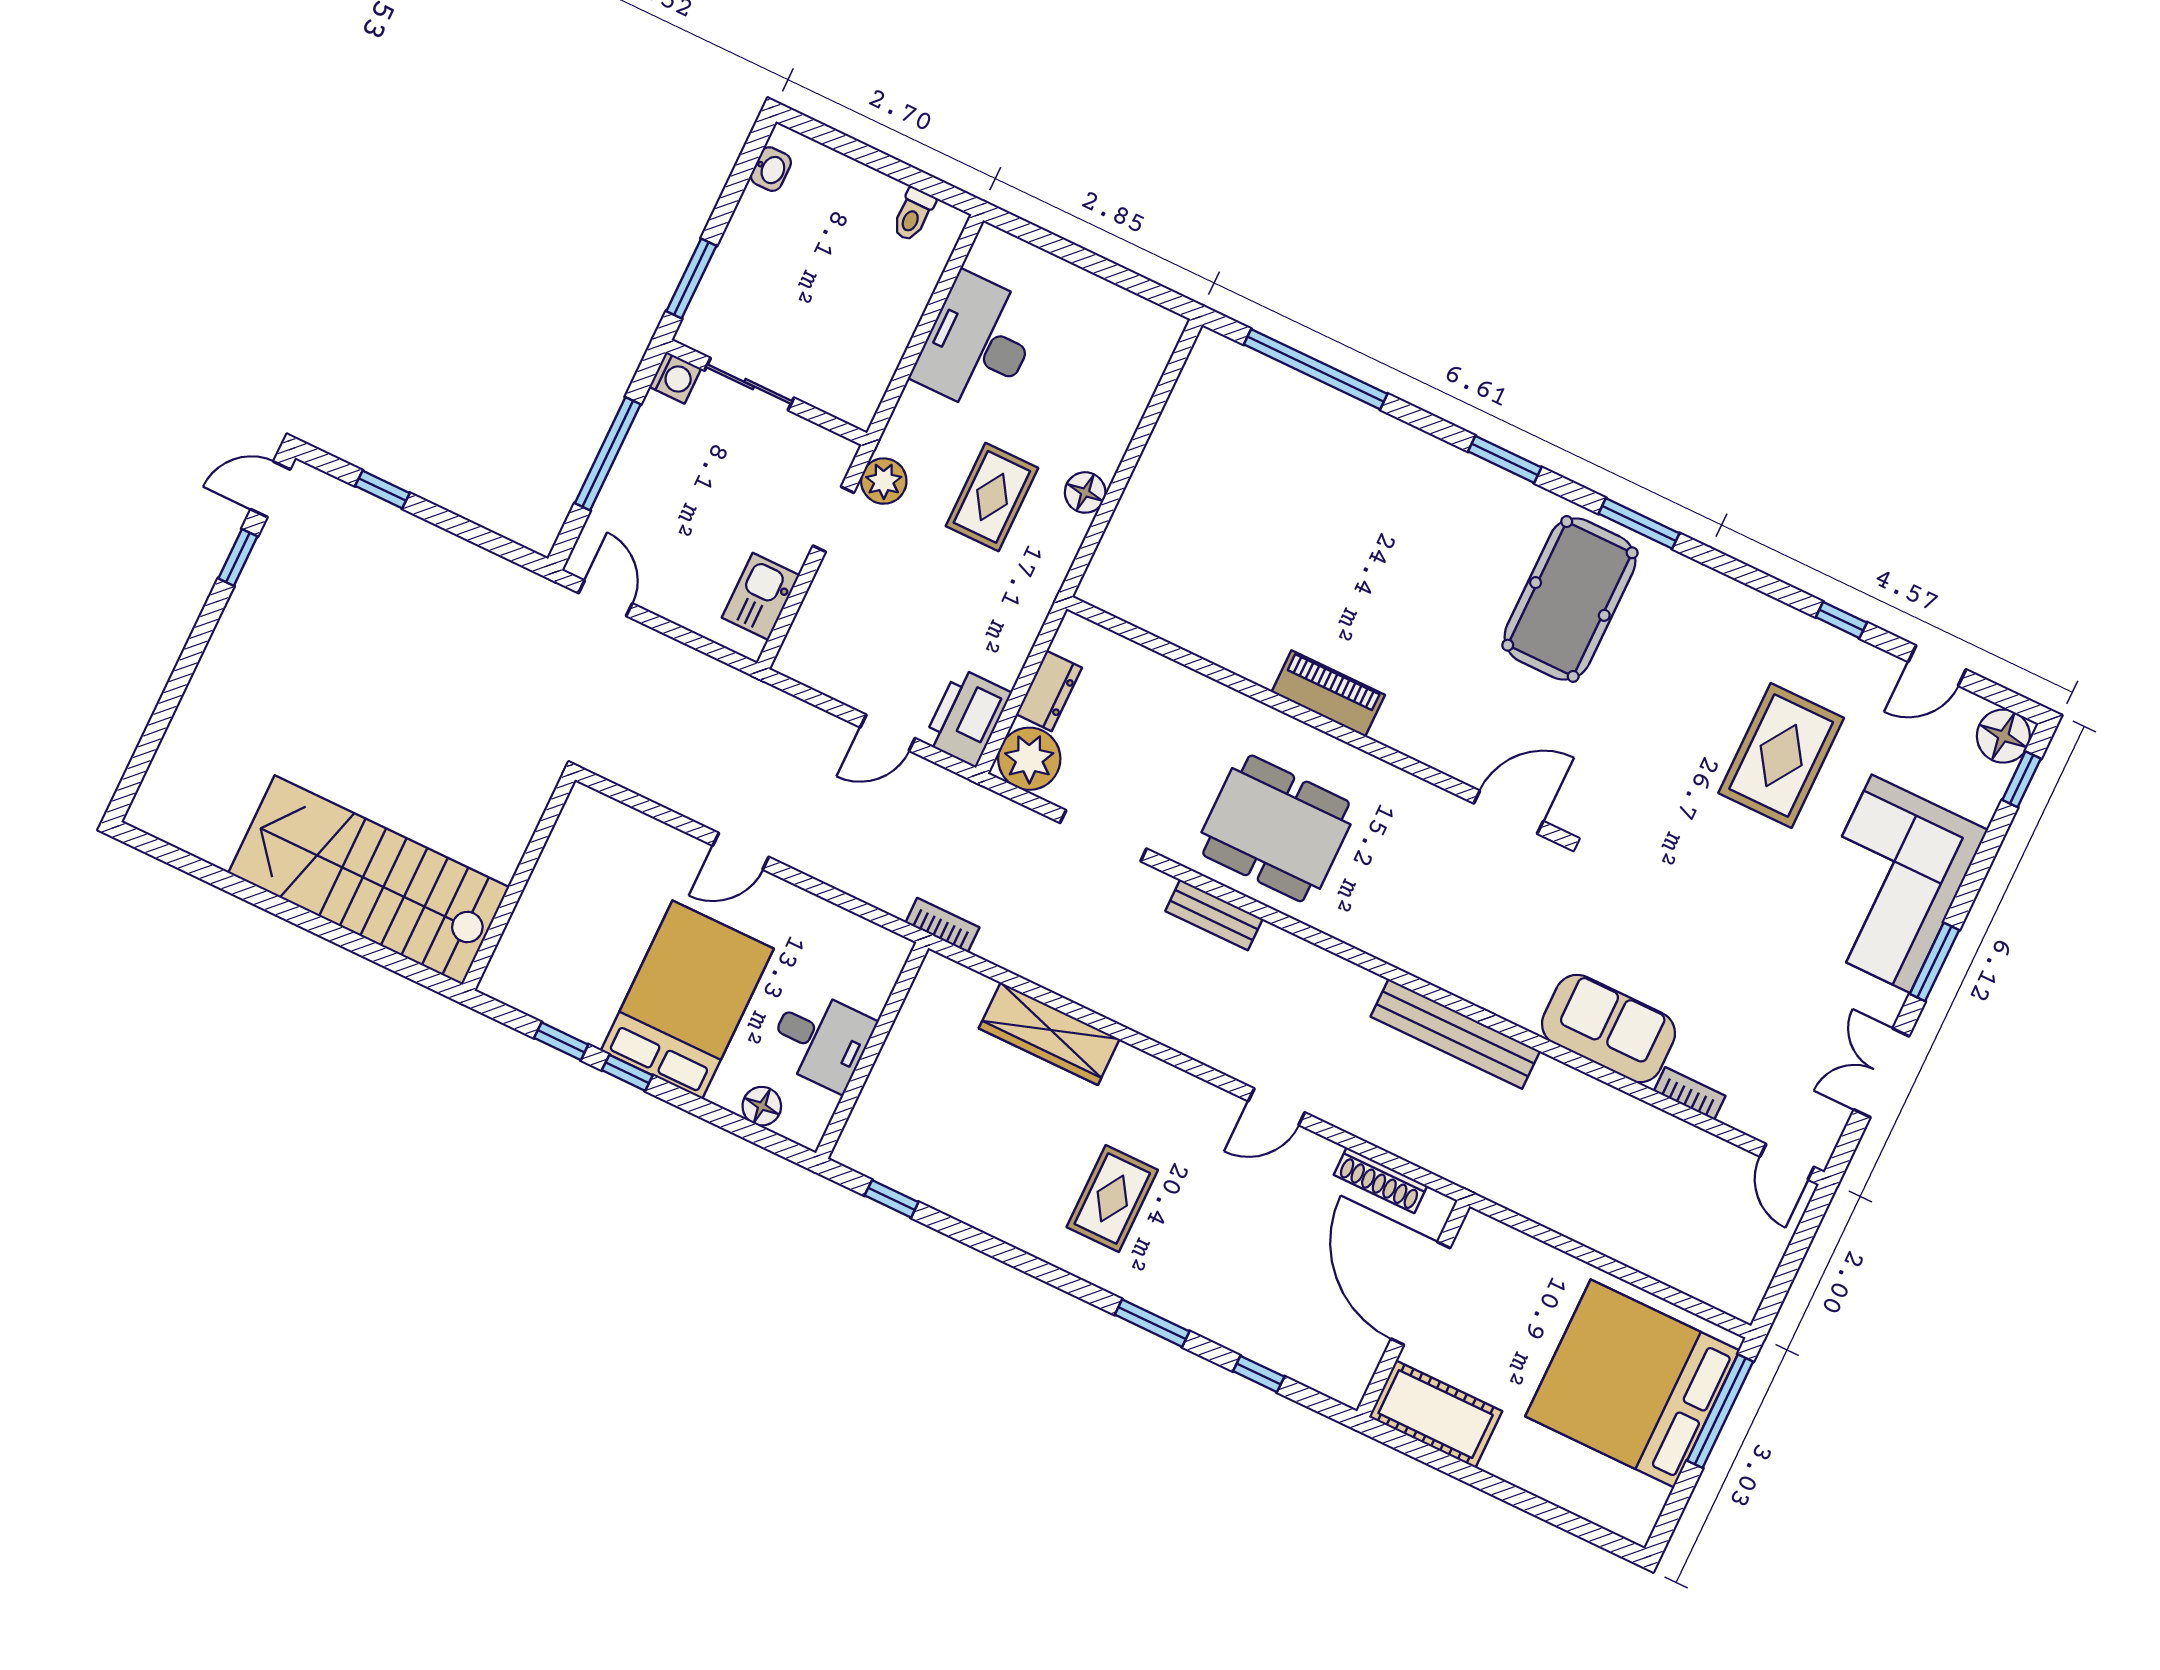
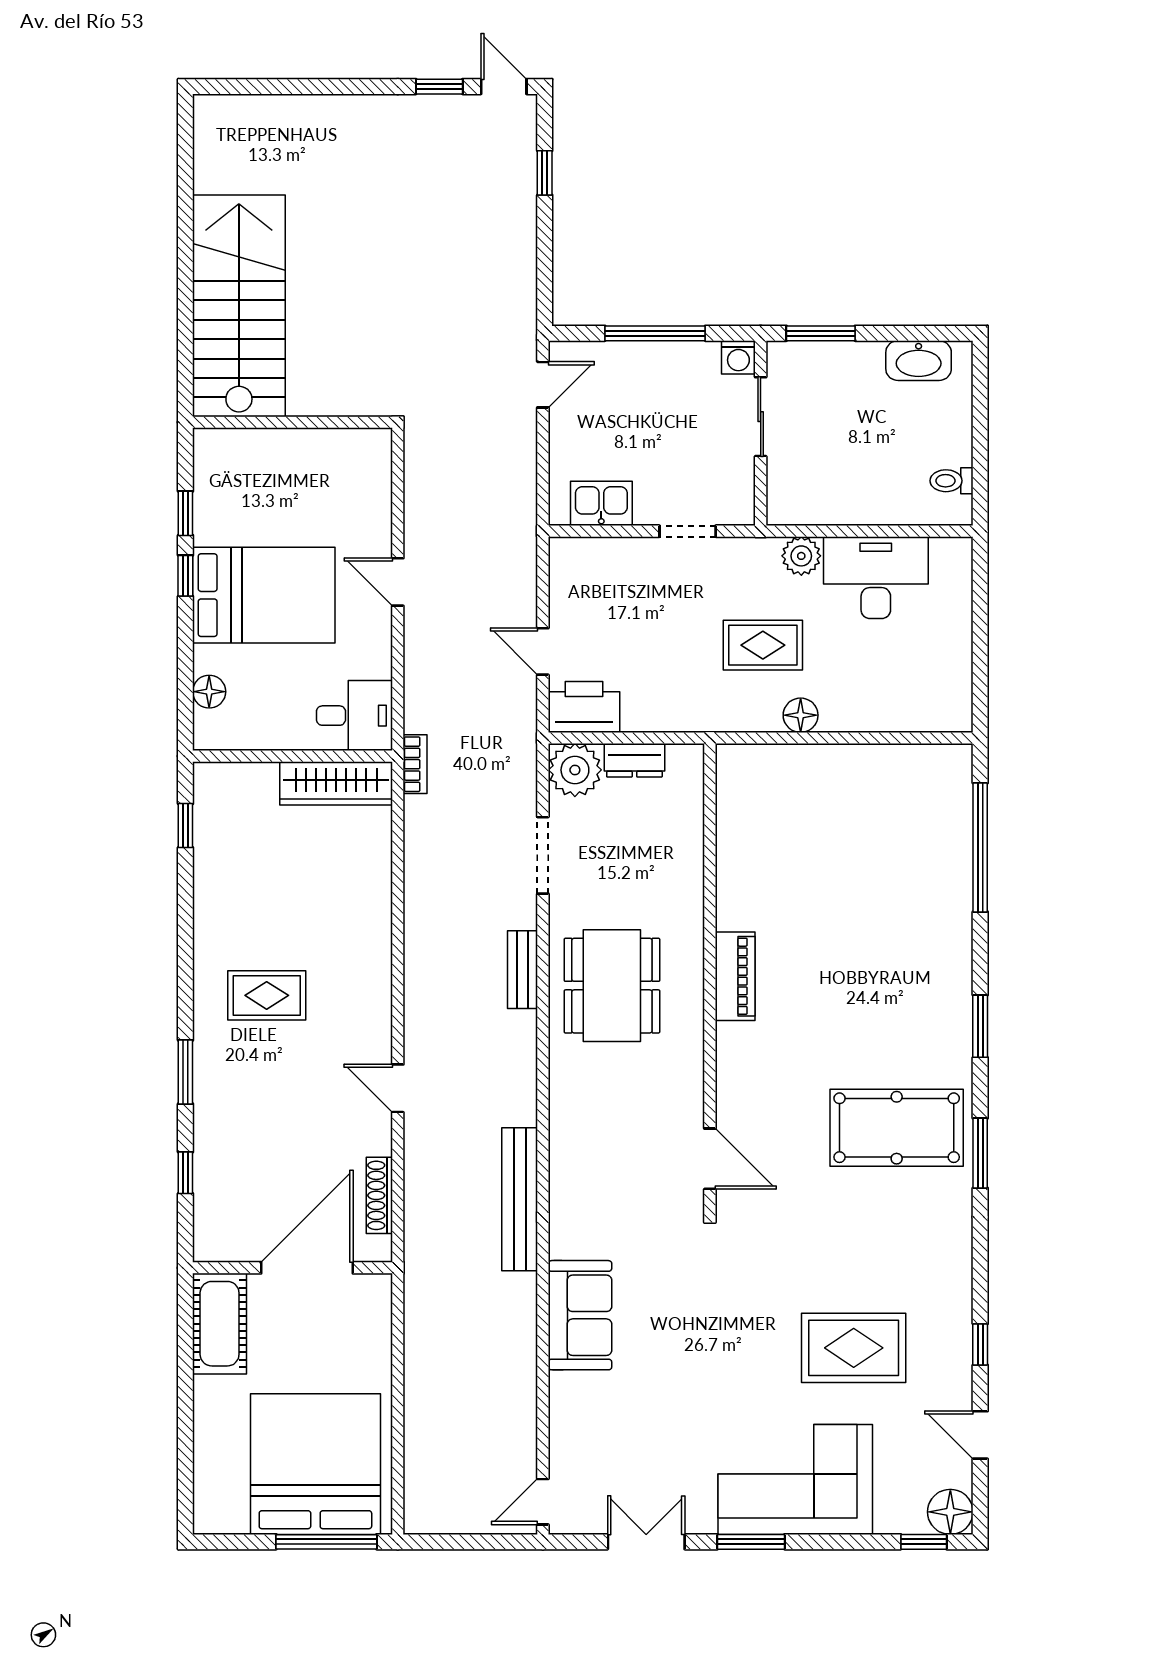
washbasin: (771, 169) -> (919, 361), width x1.91, depth x1.45
plant: (884, 481) -> (801, 556), moved
wardrobe: (1049, 1034) -> (336, 783), moved, turned -90
desk: (821, 1040) -> (354, 716), moved, turned -90
bookcase: (1690, 1093) -> (560, 1401), removed

